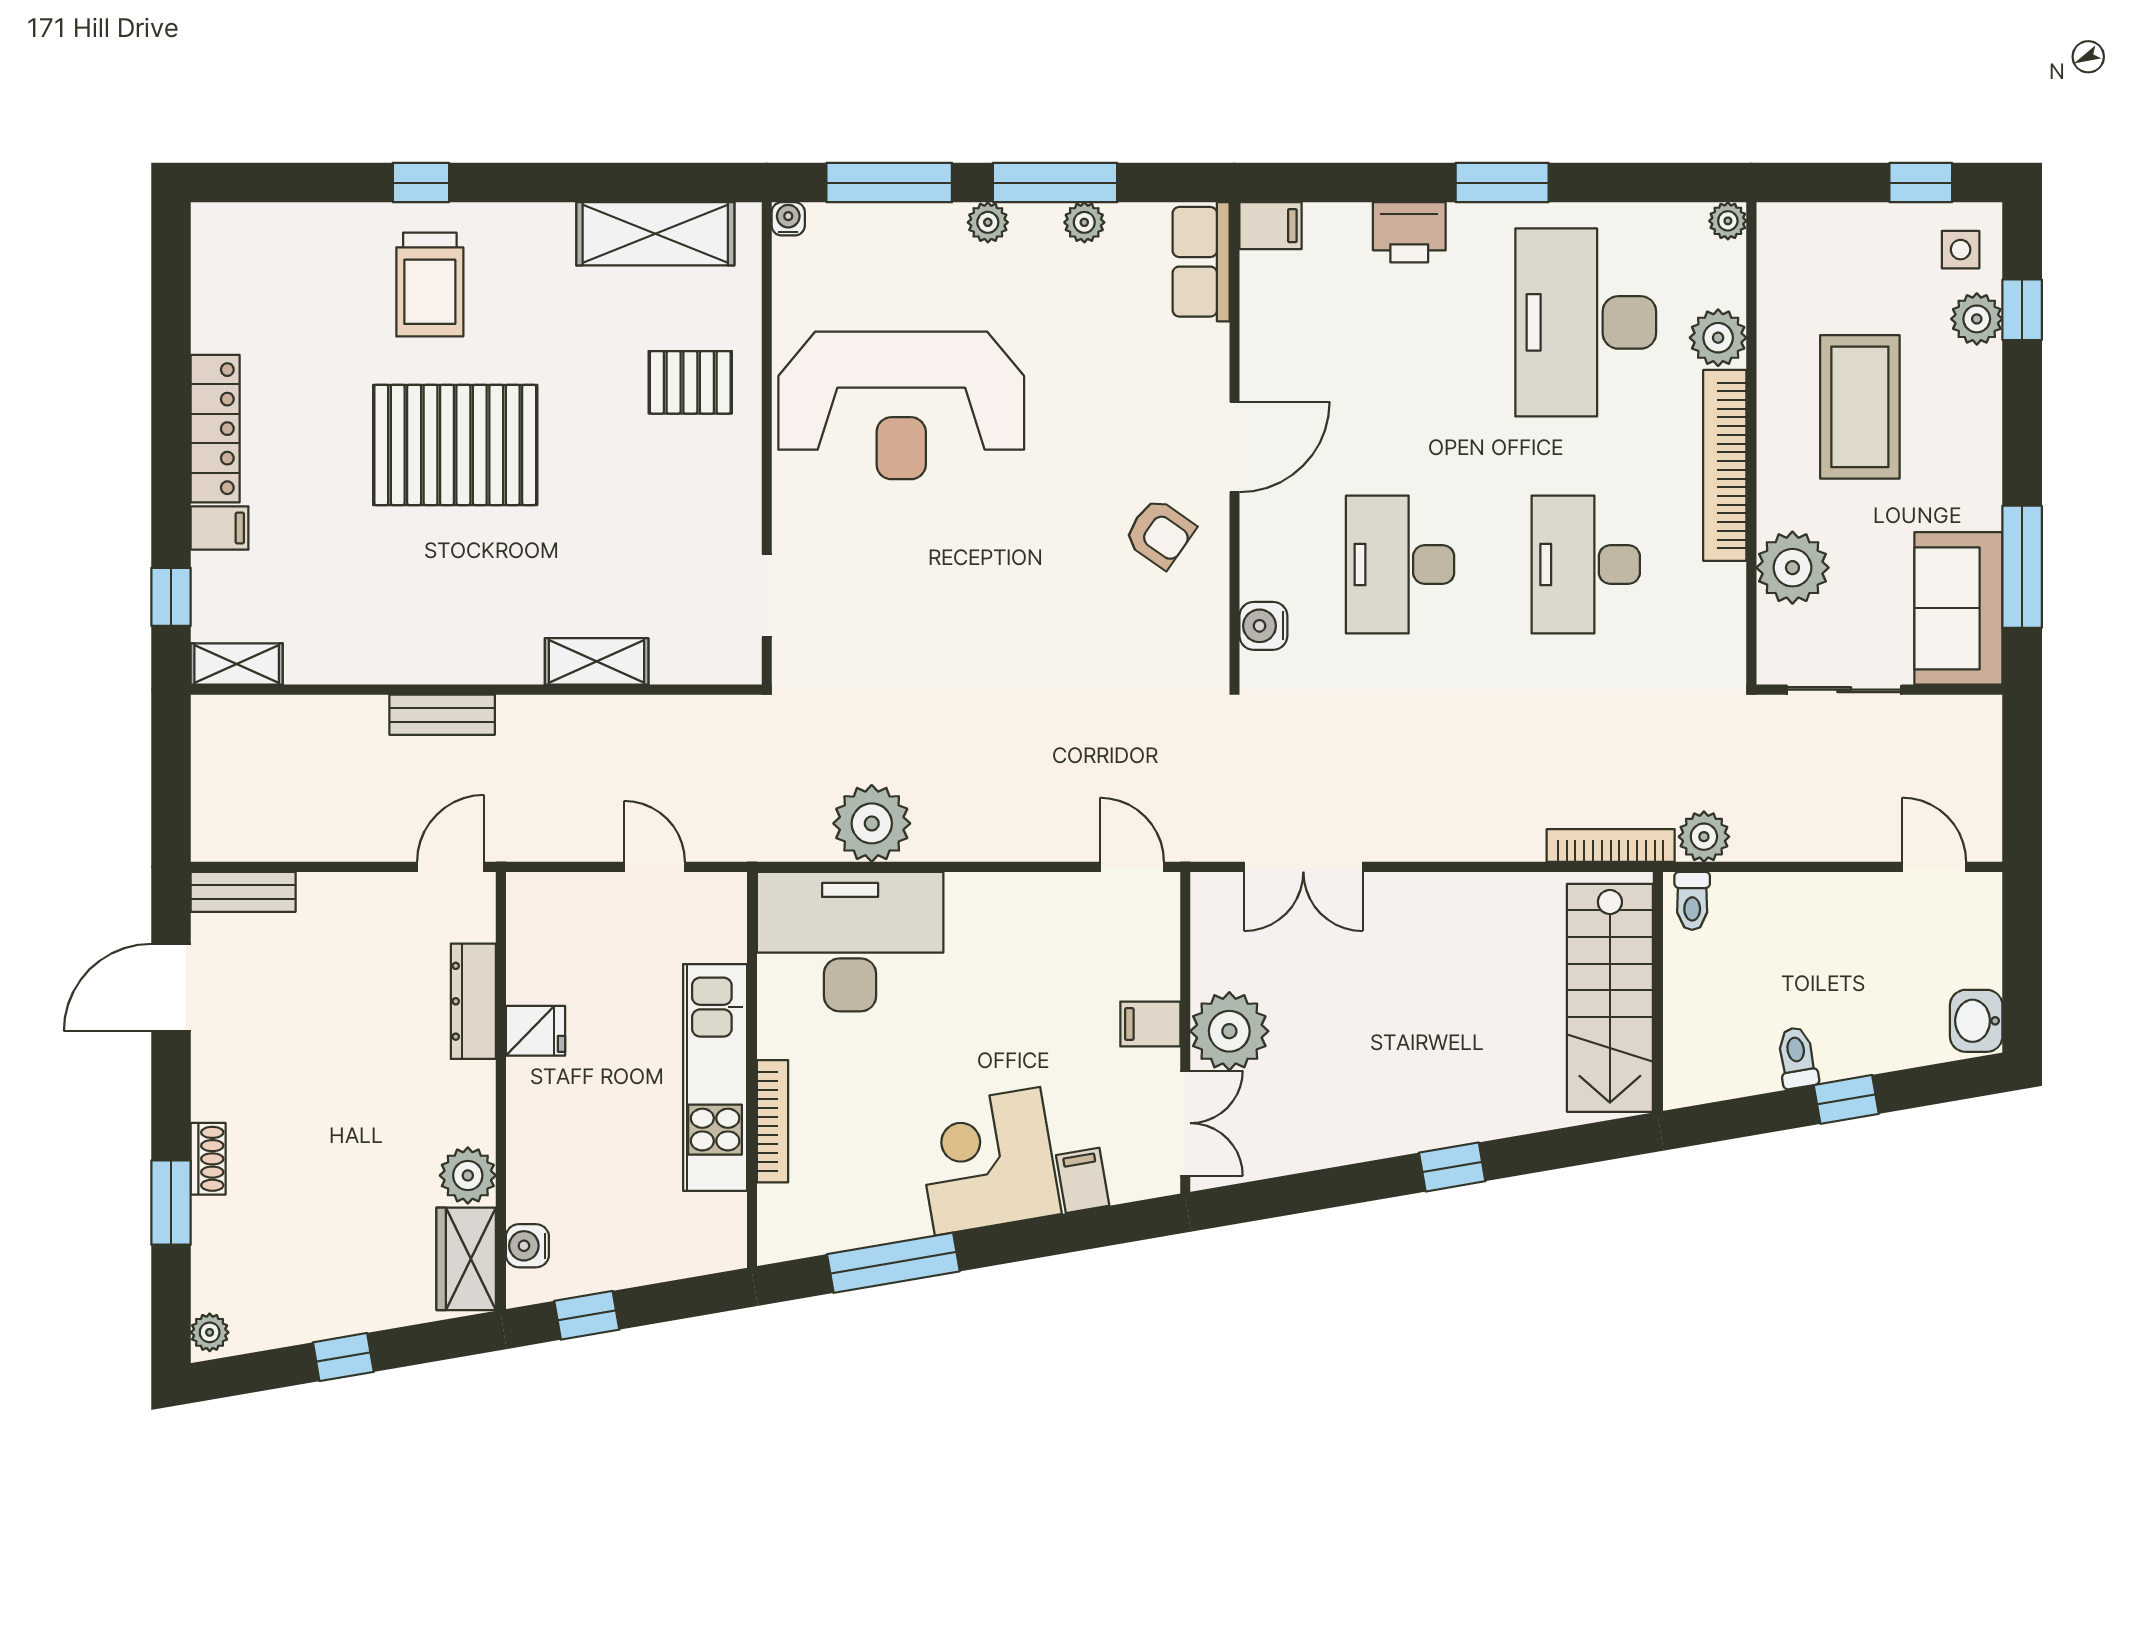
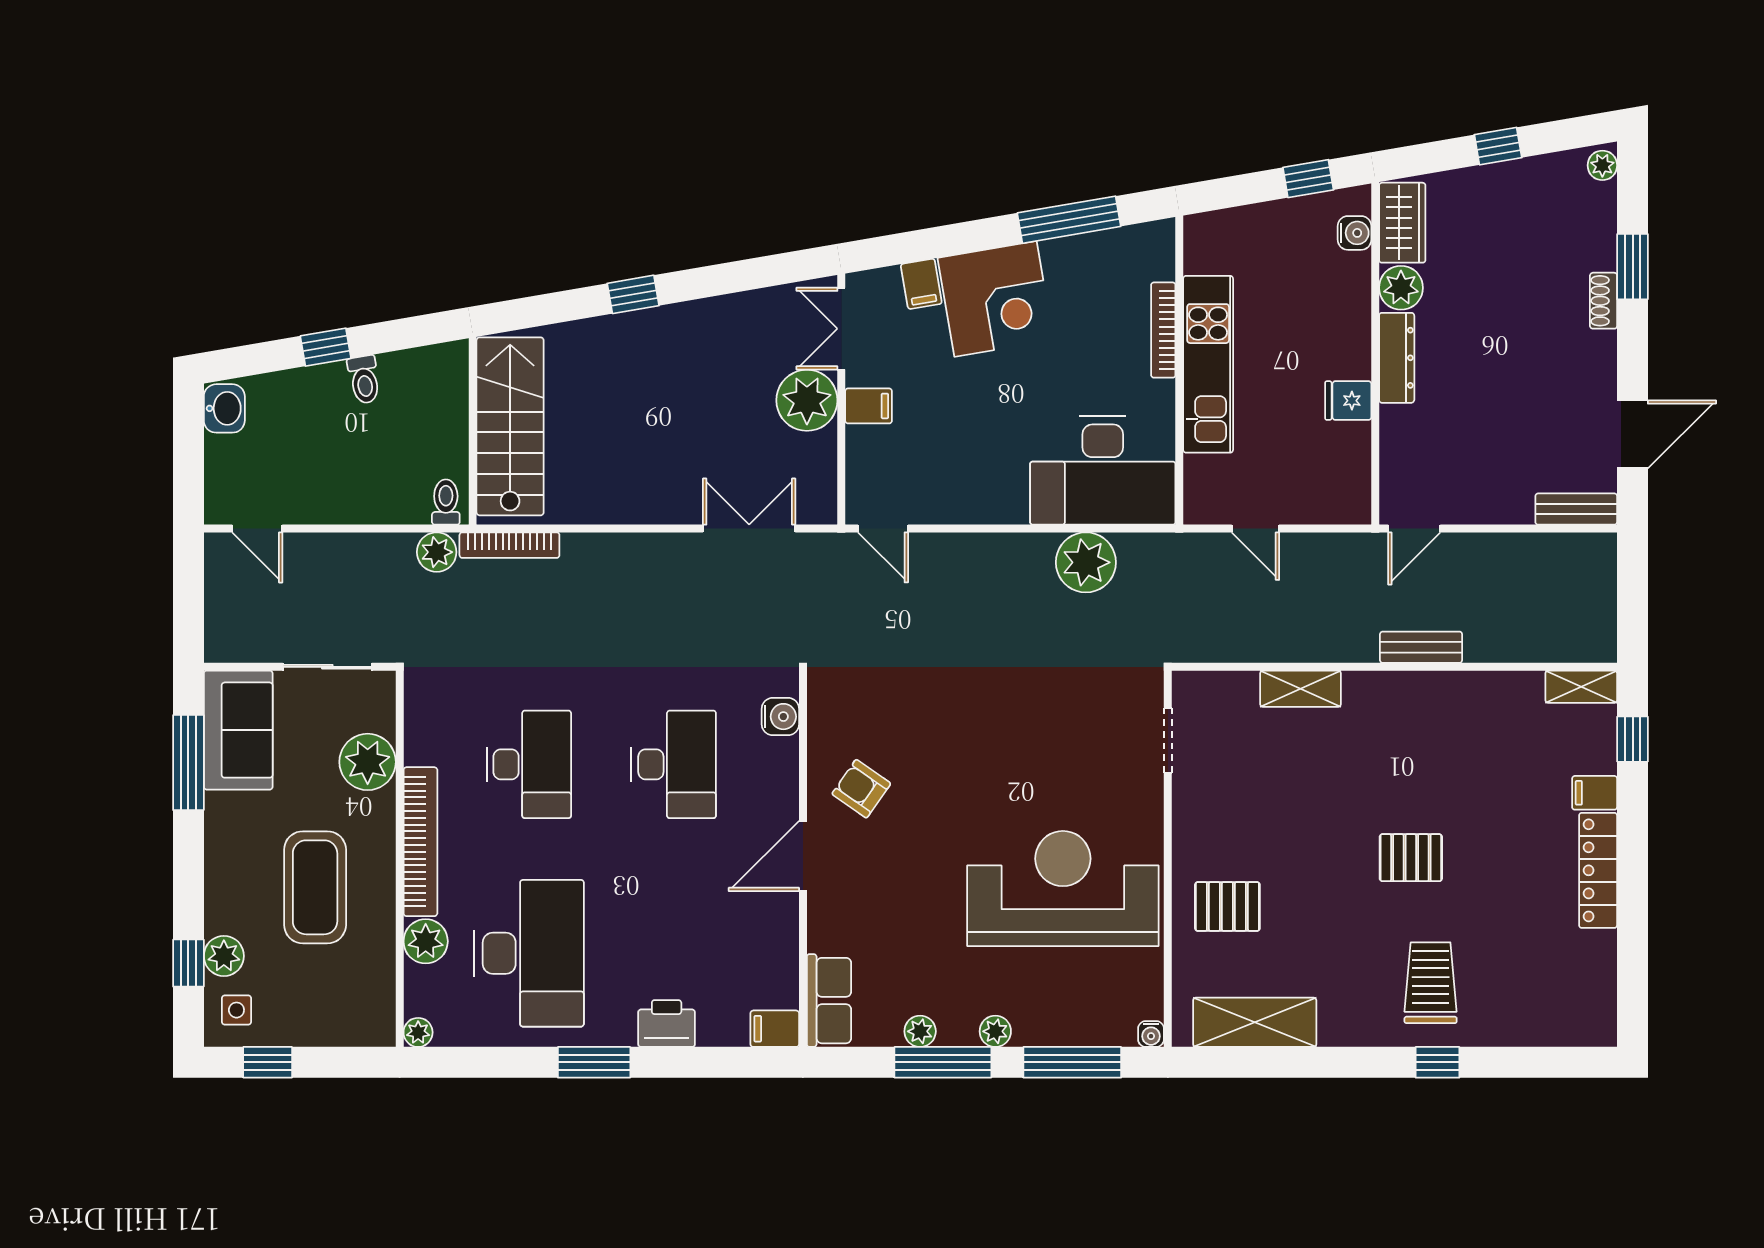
pallet: (455, 445) -> (1411, 858), width x0.49, depth x0.50
dresser: (473, 1001) -> (1397, 358), moved

